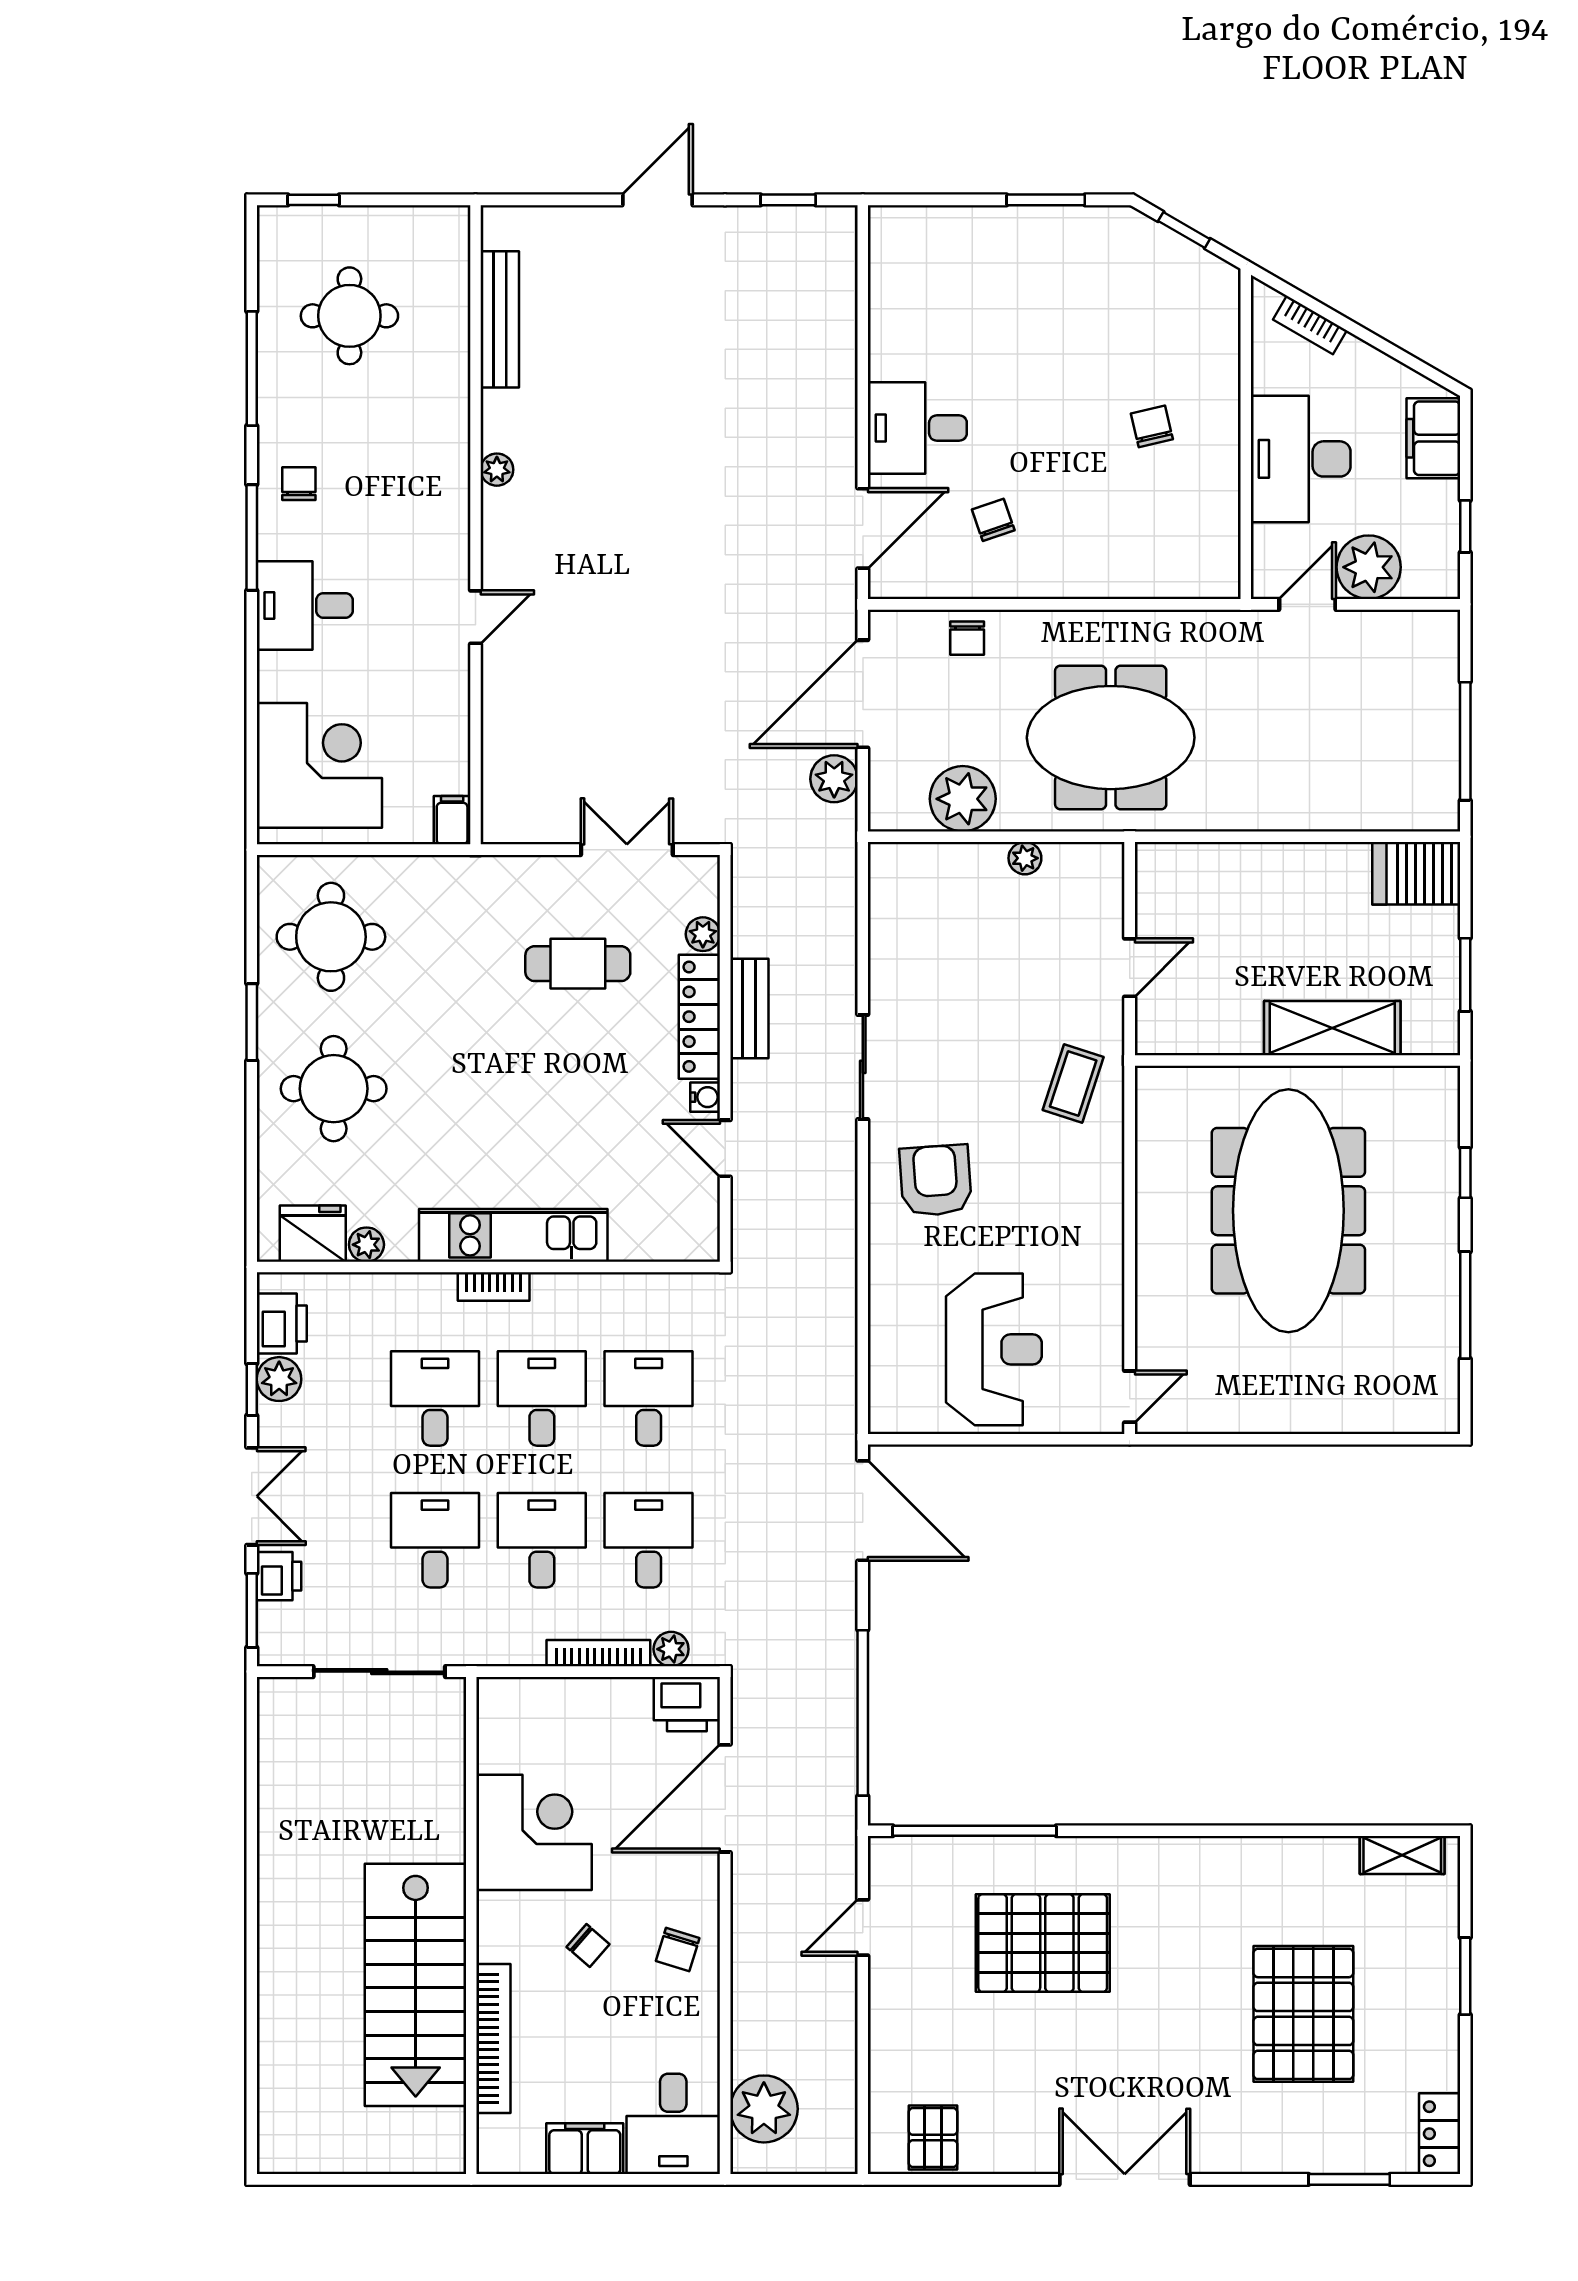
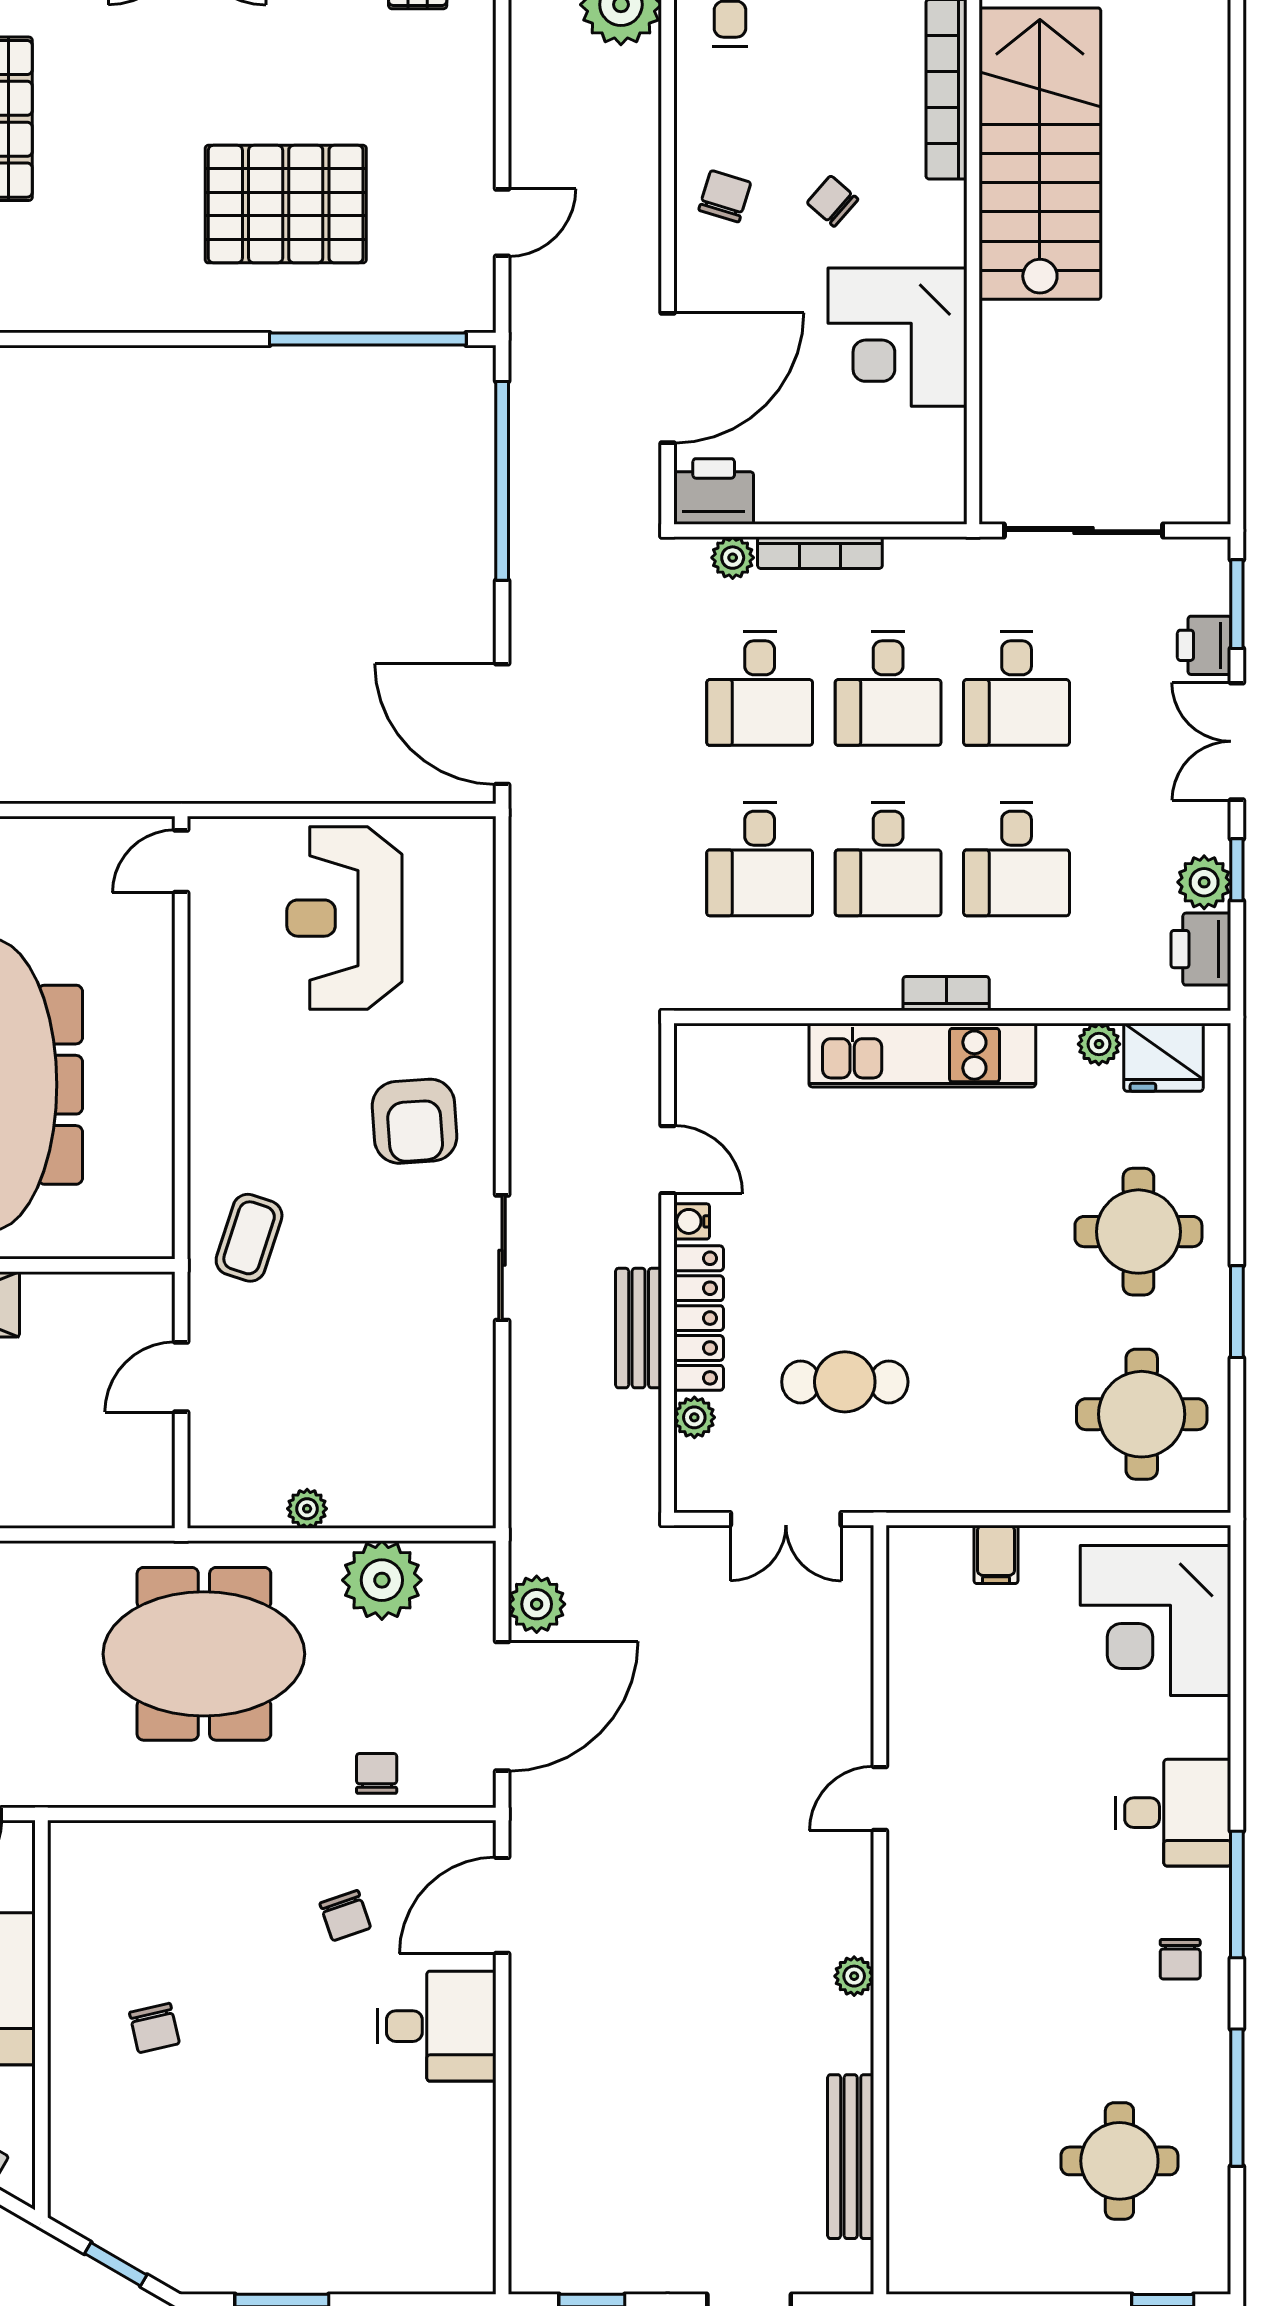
bench: (500, 319) -> (851, 2157), moved
plant: (497, 470) -> (854, 1976), moved
wall: (475, 525) -> (880, 1910), moved
door: (475, 617) -> (880, 1799), moved

